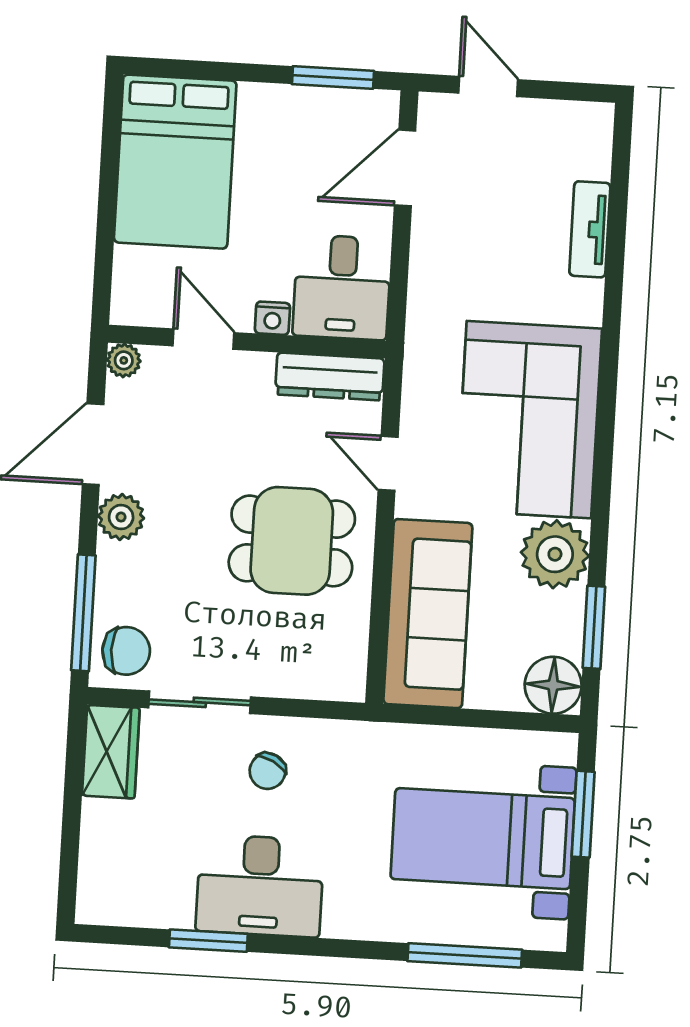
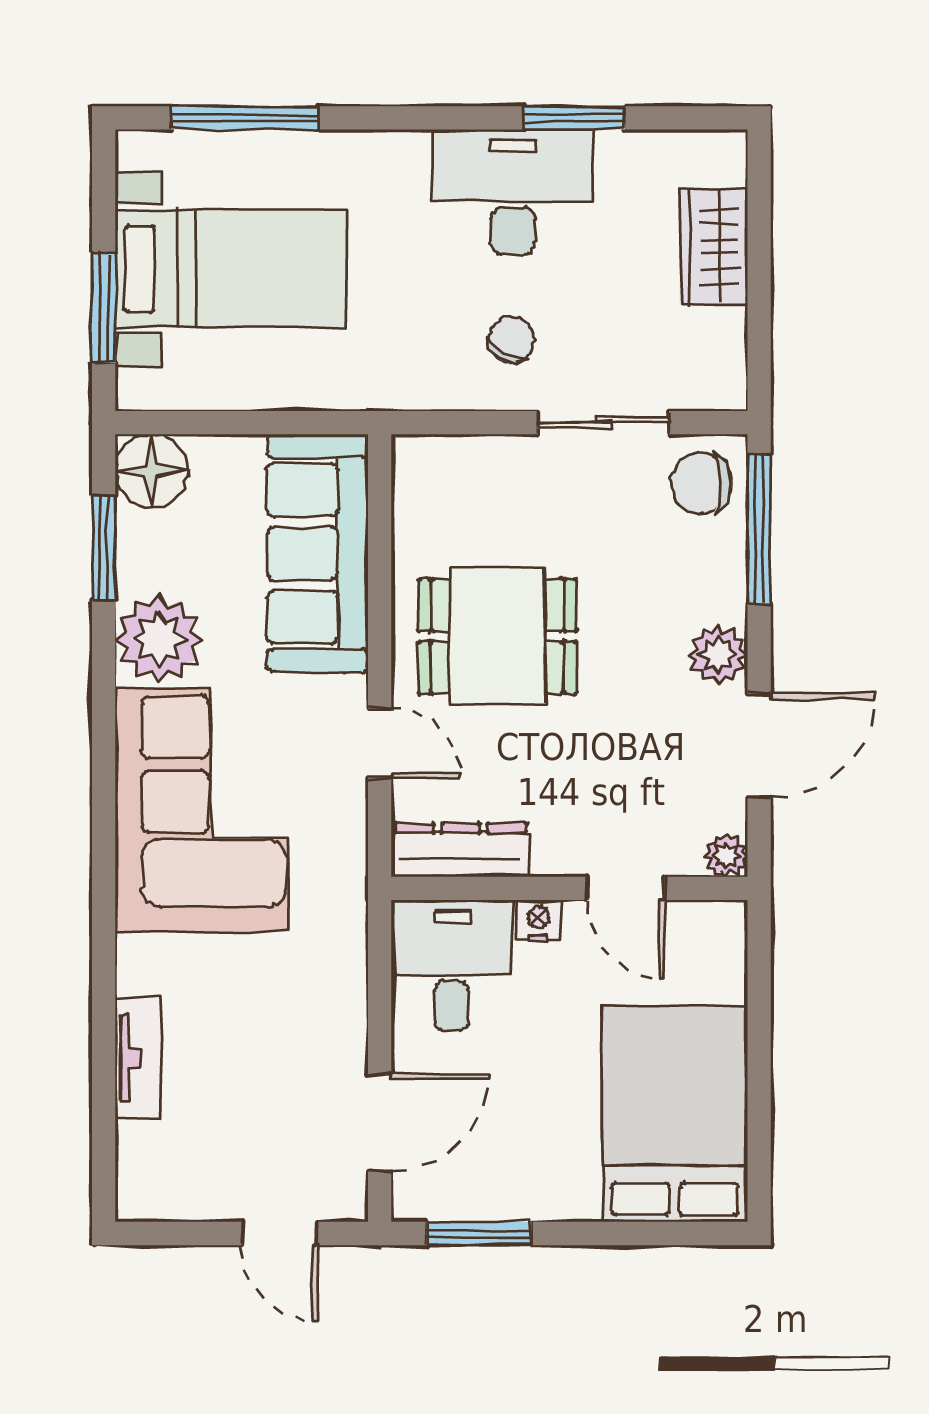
wardrobe: (111, 752) -> (714, 246), moved

